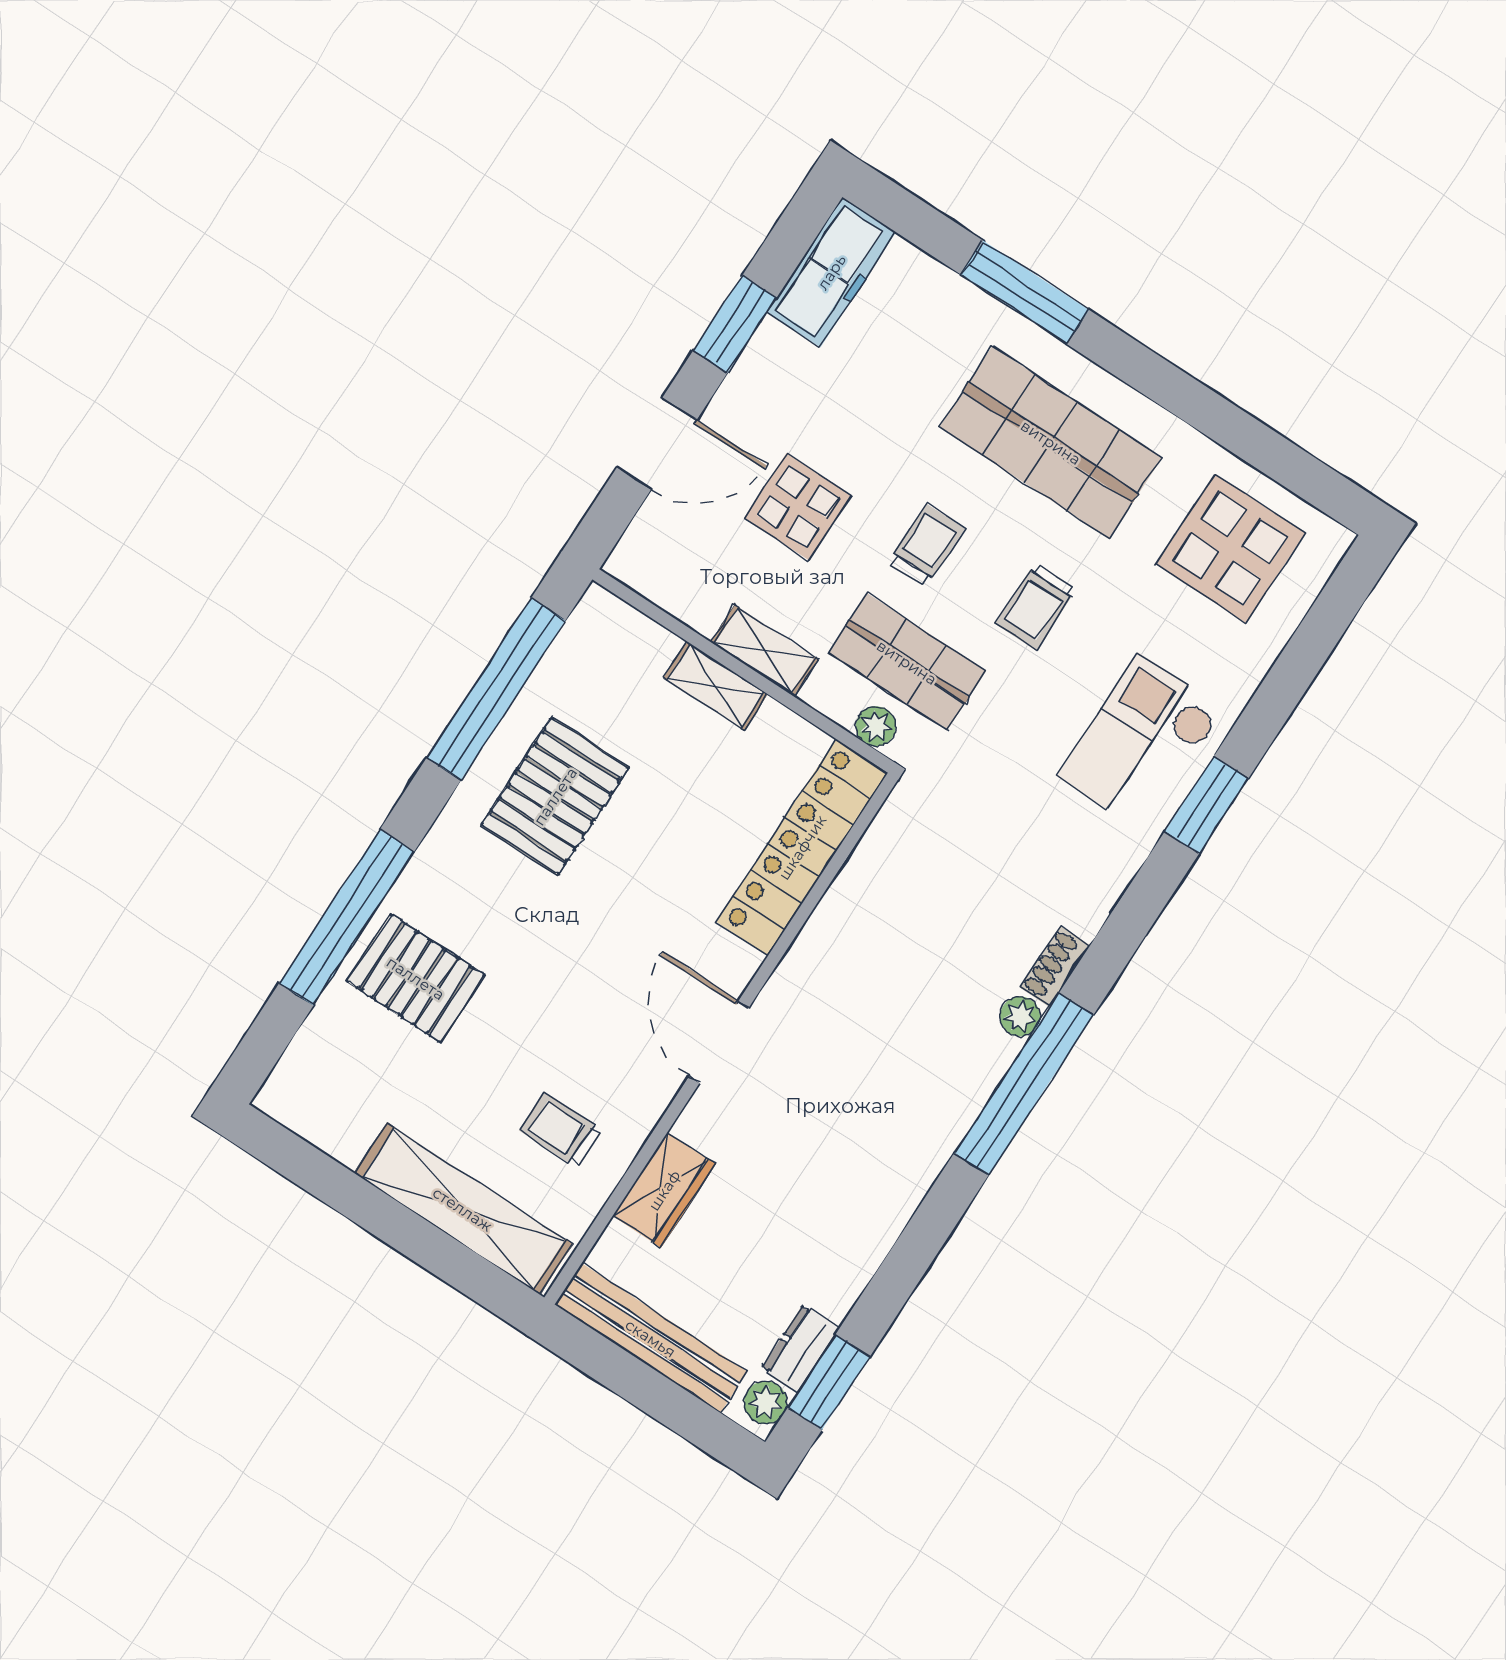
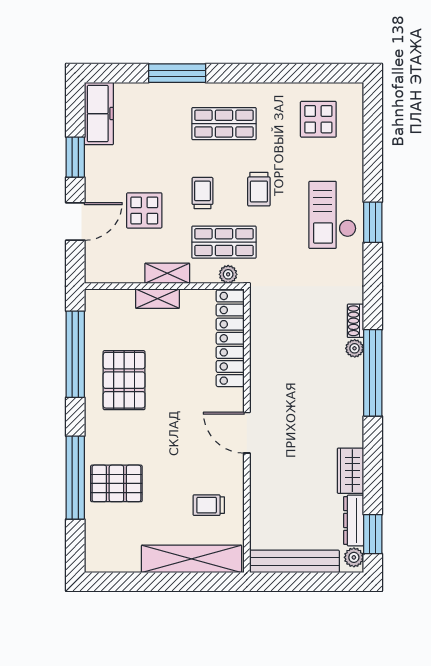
shop shelf: (1051, 442) -> (224, 124), width x0.70, depth x0.74
display table: (1231, 549) -> (318, 119), width x0.73, depth x0.73
wardrobe: (664, 1190) -> (350, 471), moved, turned 180
dresser: (801, 1348) -> (354, 520), width x1.44

